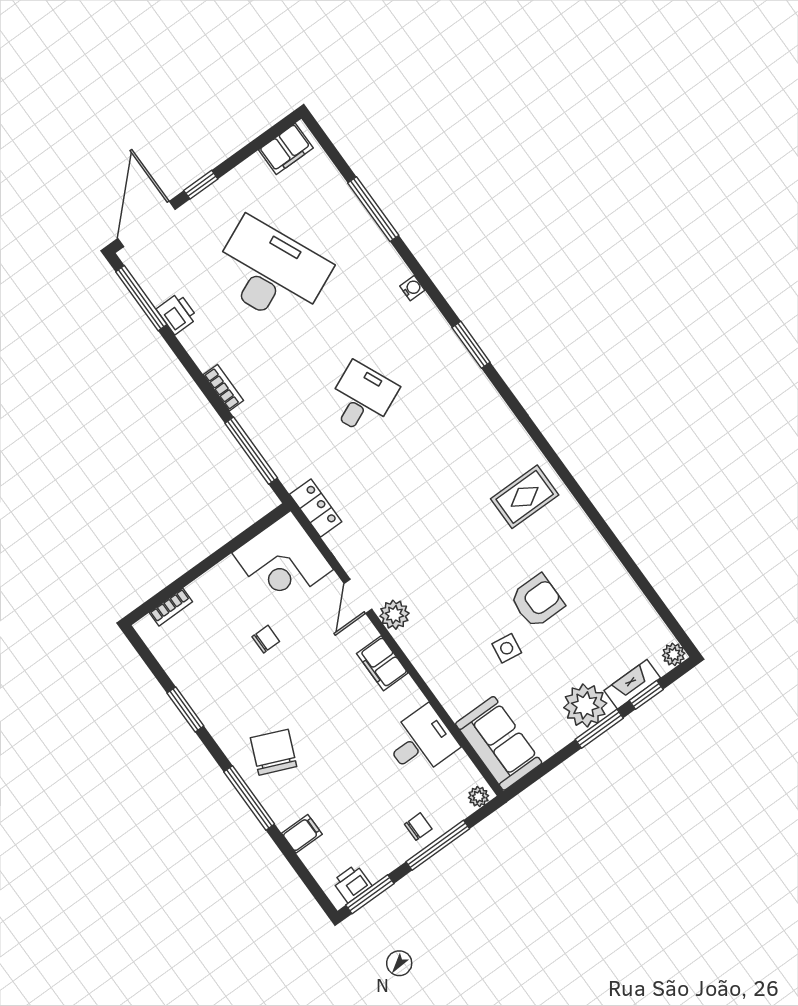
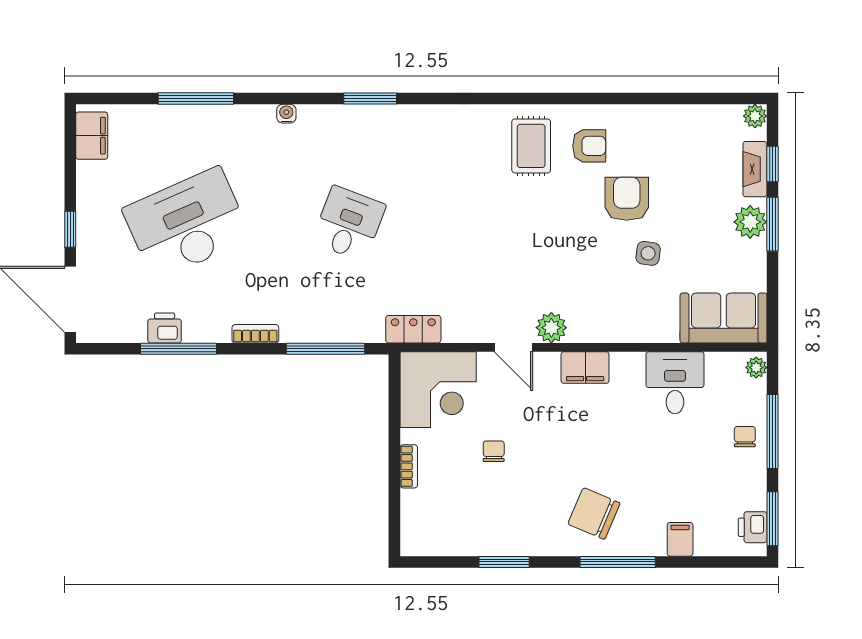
window: (141, 298) -> (178, 349), moved
desk: (362, 398) -> (349, 224), turned 45
armchair: (557, 542) -> (589, 146), added
bookcase: (171, 607) -> (409, 466), moved
plant: (585, 705) -> (750, 222), width x0.73, depth x0.73

